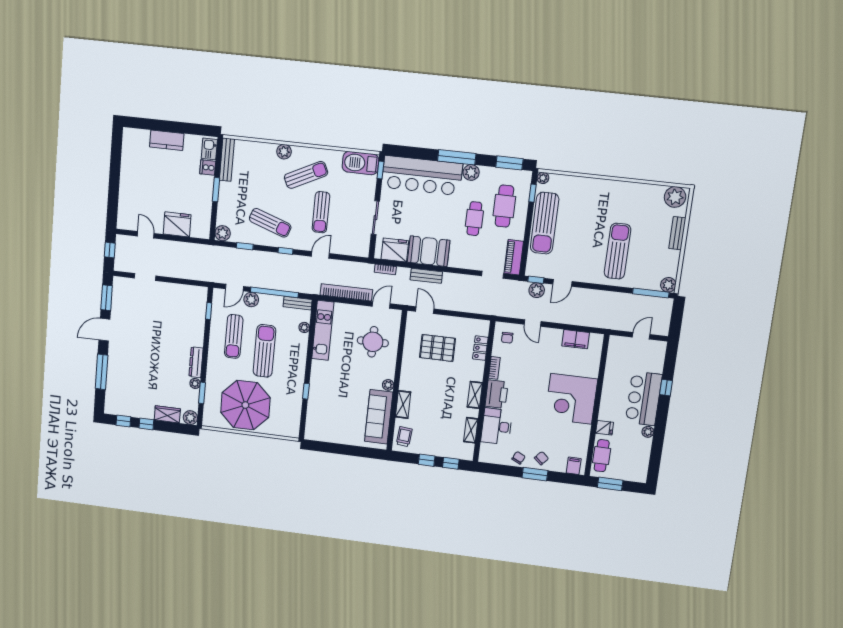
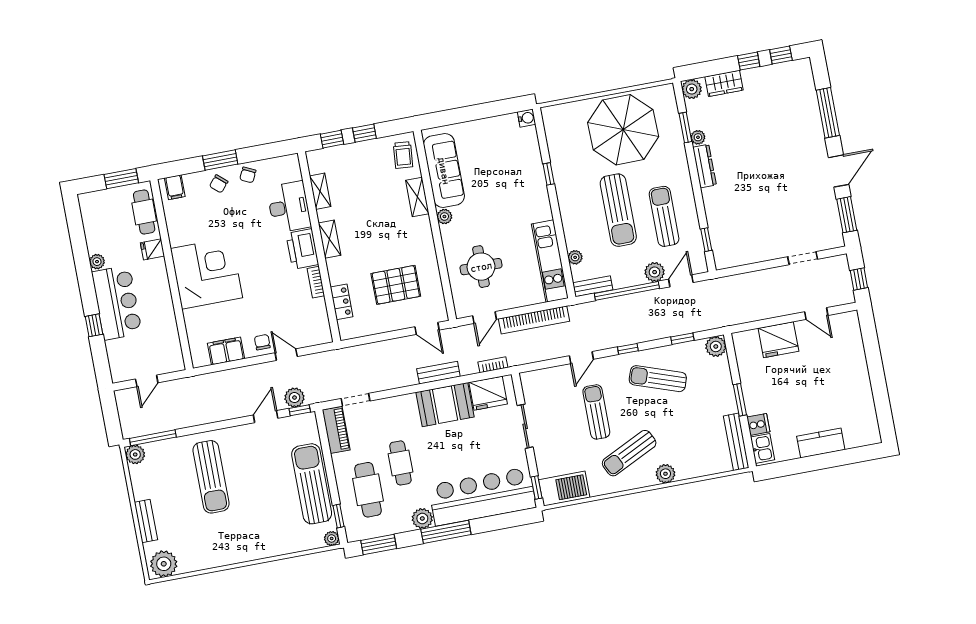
chair: (507, 338) -> (262, 342), moved
water cooler: (310, 434) -> (527, 118), added

